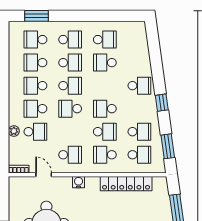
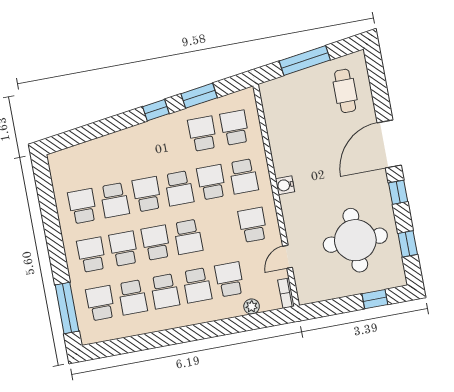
window: (36, 16) -> (67, 308), width x1.44
school desk: (35, 40) -> (100, 303), turned 180
school desk: (139, 86) -> (147, 194), moved
plant: (14, 131) -> (252, 307), moved
window: (168, 146) -> (199, 96), moved
water cooler: (79, 182) -> (285, 185), moved
locker: (126, 184) -> (279, 139), removed

